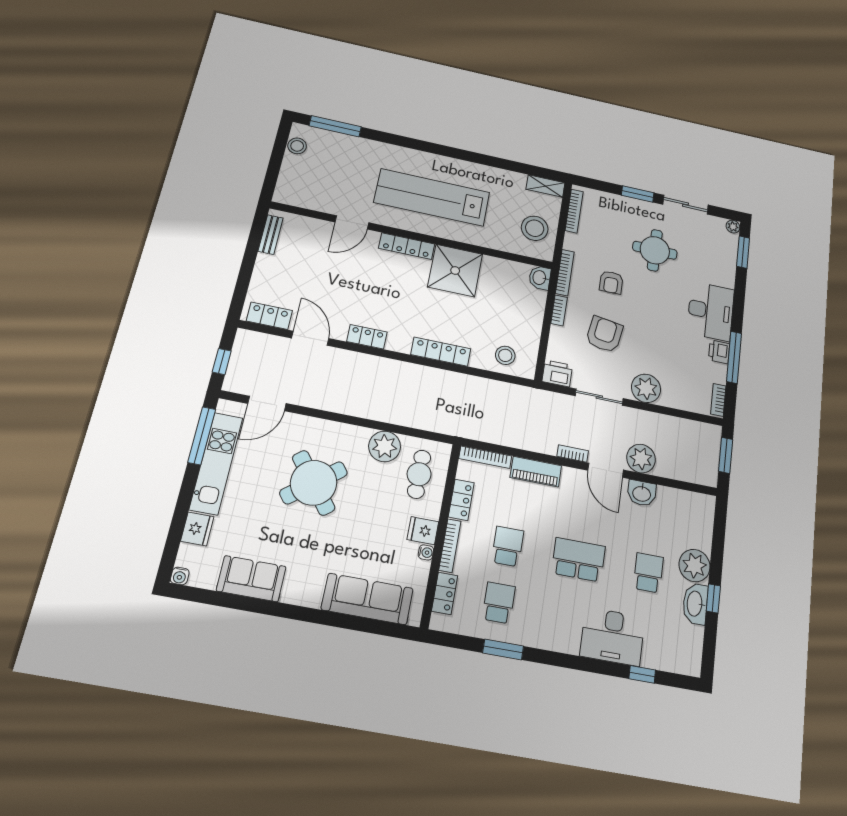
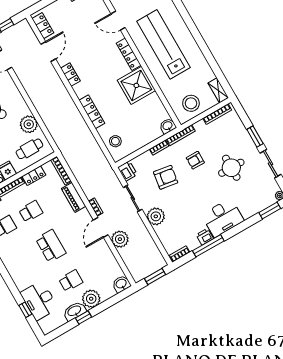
washbasin: (642, 493) -> (121, 284), moved, turned 90
desk: (612, 637) -> (39, 301), moved

